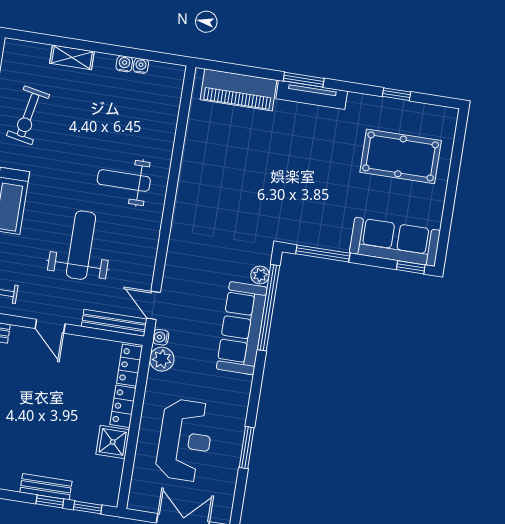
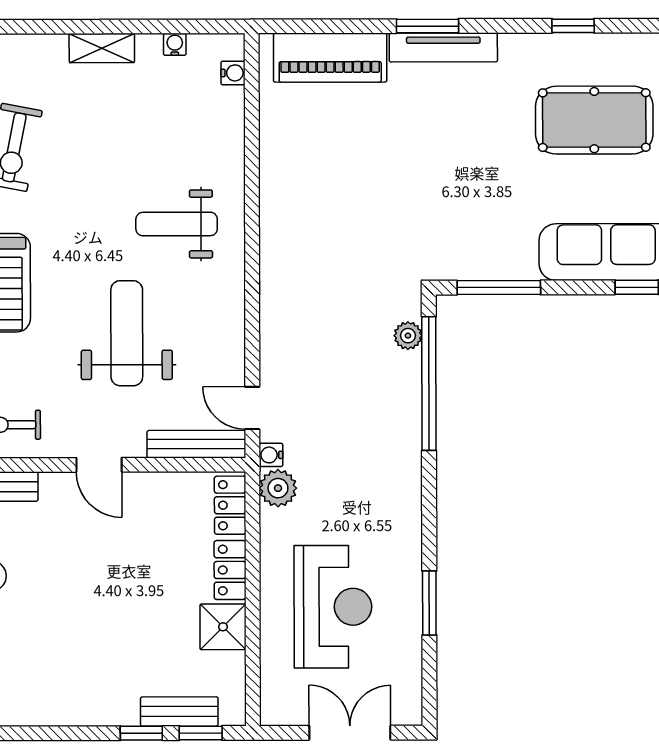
shelving: (72, 57) -> (102, 48), moved
water cooler: (124, 64) -> (233, 73), moved, turned 90
sofa: (242, 328) -> (393, 421), removed
bench: (46, 487) -> (179, 712), moved

